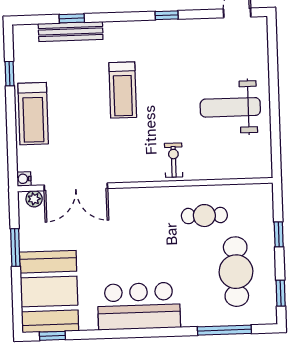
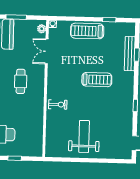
treadmill: (123, 90) -> (97, 80), turned 180
double door: (76, 187) -> (47, 51), width x0.73
cafe table: (204, 216) -> (21, 81), moved

